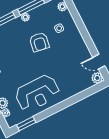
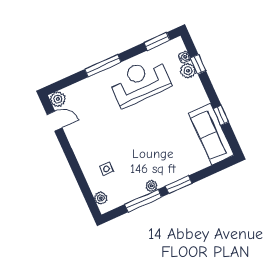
armchair: (39, 42) -> (134, 151), removed
window: (65, 104) -> (103, 66), added

